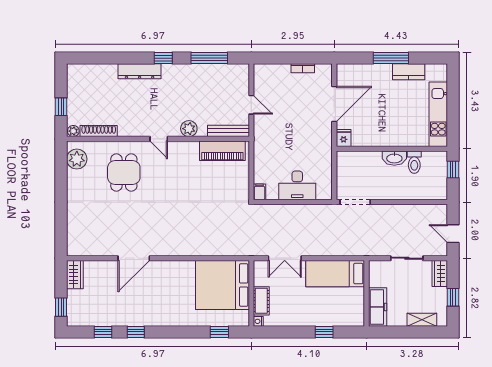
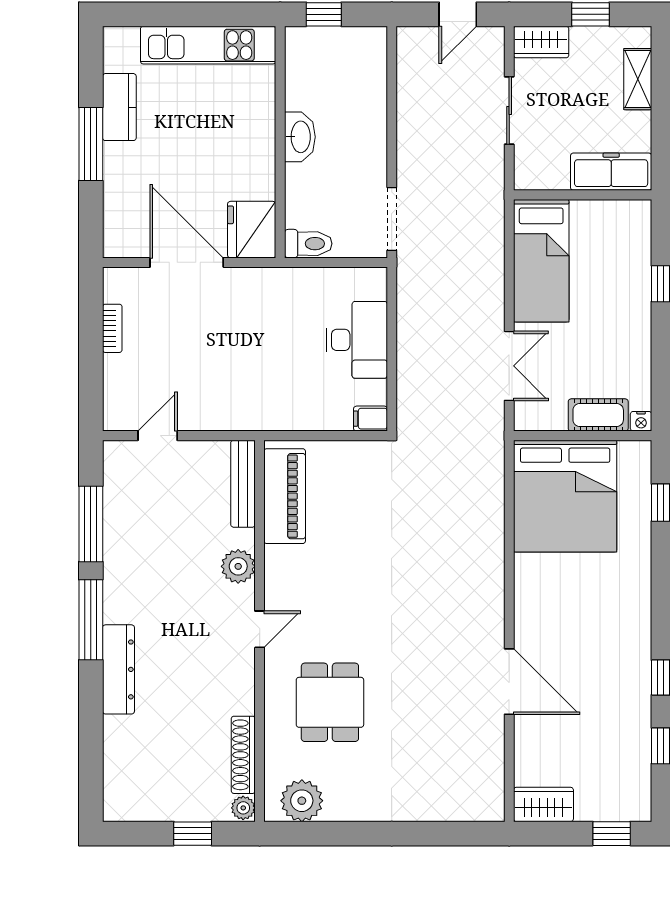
window: (163, 58) -> (91, 620), width x2.17
door: (251, 105) -> (158, 436), moved
fridge: (344, 138) -> (252, 230), width x1.88, depth x1.34
toilet: (414, 162) -> (308, 244), moved
dining table: (124, 172) -> (330, 702), turned 90

